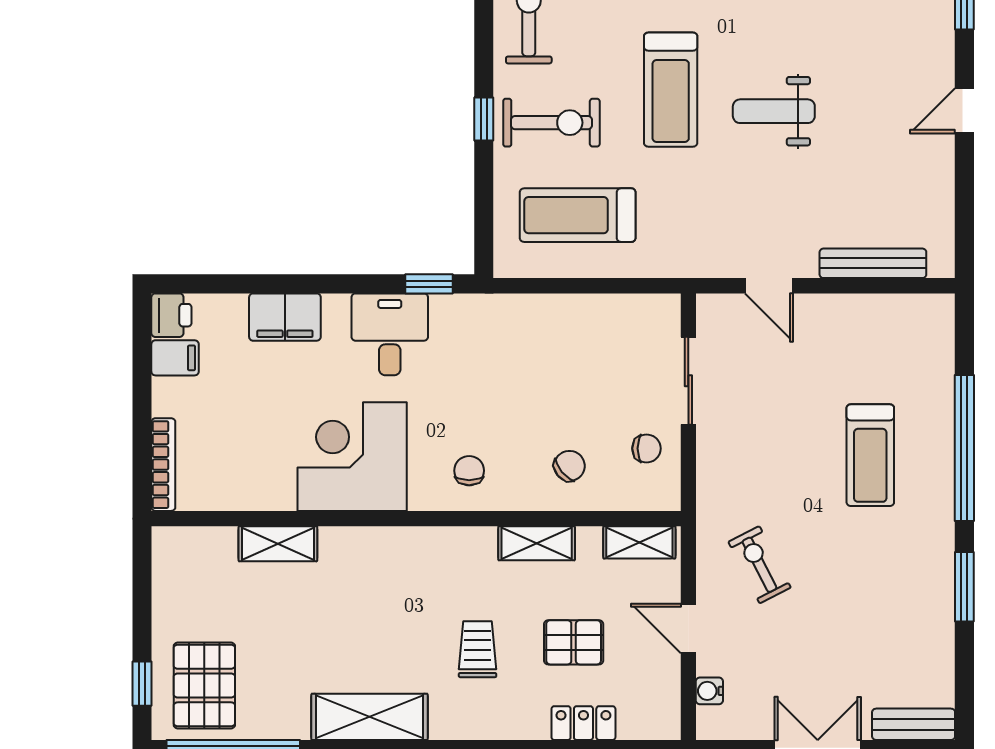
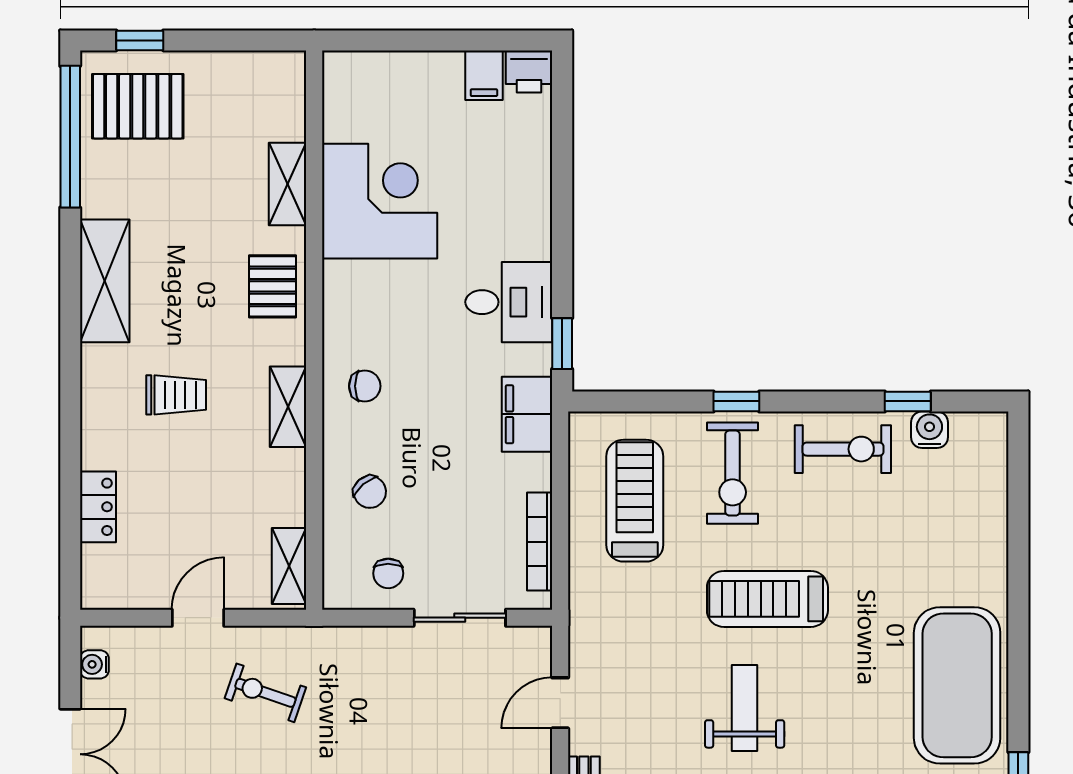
filing cabinet: (285, 317) -> (527, 414), moved
corner desk: (352, 457) -> (380, 201), moved
bookcase: (163, 465) -> (540, 542), moved, turned 90
shelving: (537, 543) -> (288, 407), moved
exercise bike: (759, 565) -> (265, 693), turned -134
pallet: (574, 642) -> (273, 286), moved
water cooler: (709, 691) -> (94, 664), moved, turned -90

